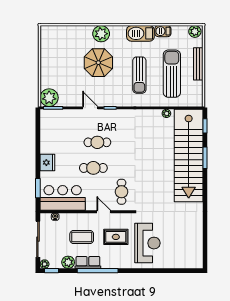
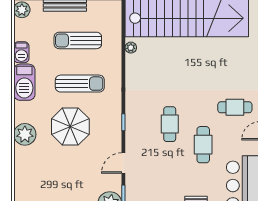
parasol: (98, 63) -> (70, 126), moved
sun lounger: (172, 74) -> (78, 40), width x0.73, depth x0.75
door: (90, 108) -> (123, 163), moved
cafe table: (97, 142) -> (170, 124), moved

